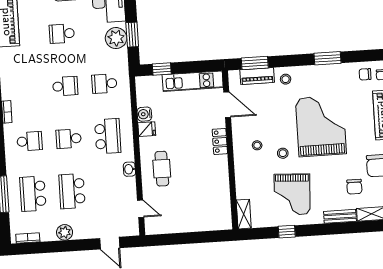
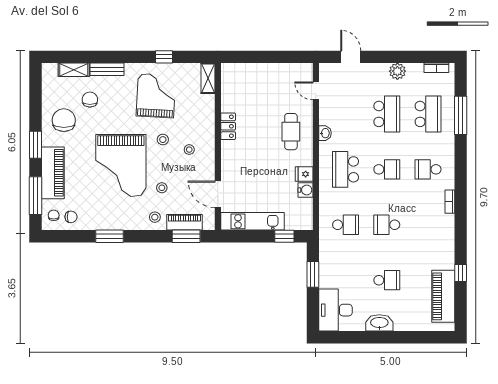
plant: (116, 38) -> (330, 272), removed
stool: (281, 107) -> (162, 188), added
locker: (220, 141) -> (228, 126), moved

